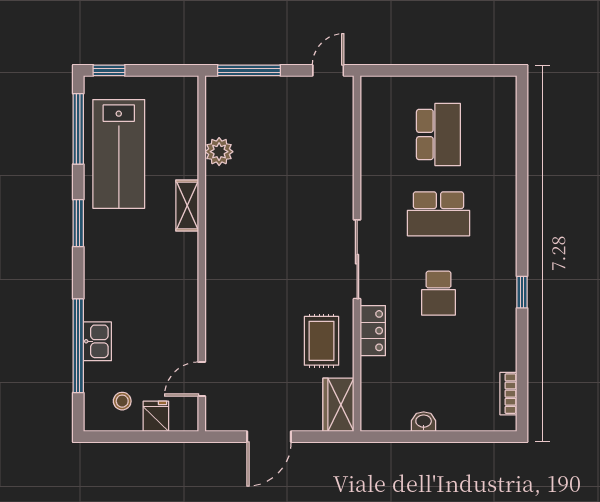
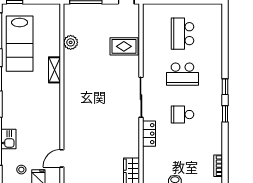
school desk: (438, 134) -> (182, 34), turned 180
window: (522, 239) -> (225, 87), added
school desk: (438, 293) -> (182, 115), turned 90
rug: (322, 341) -> (124, 46), moved, turned 90

